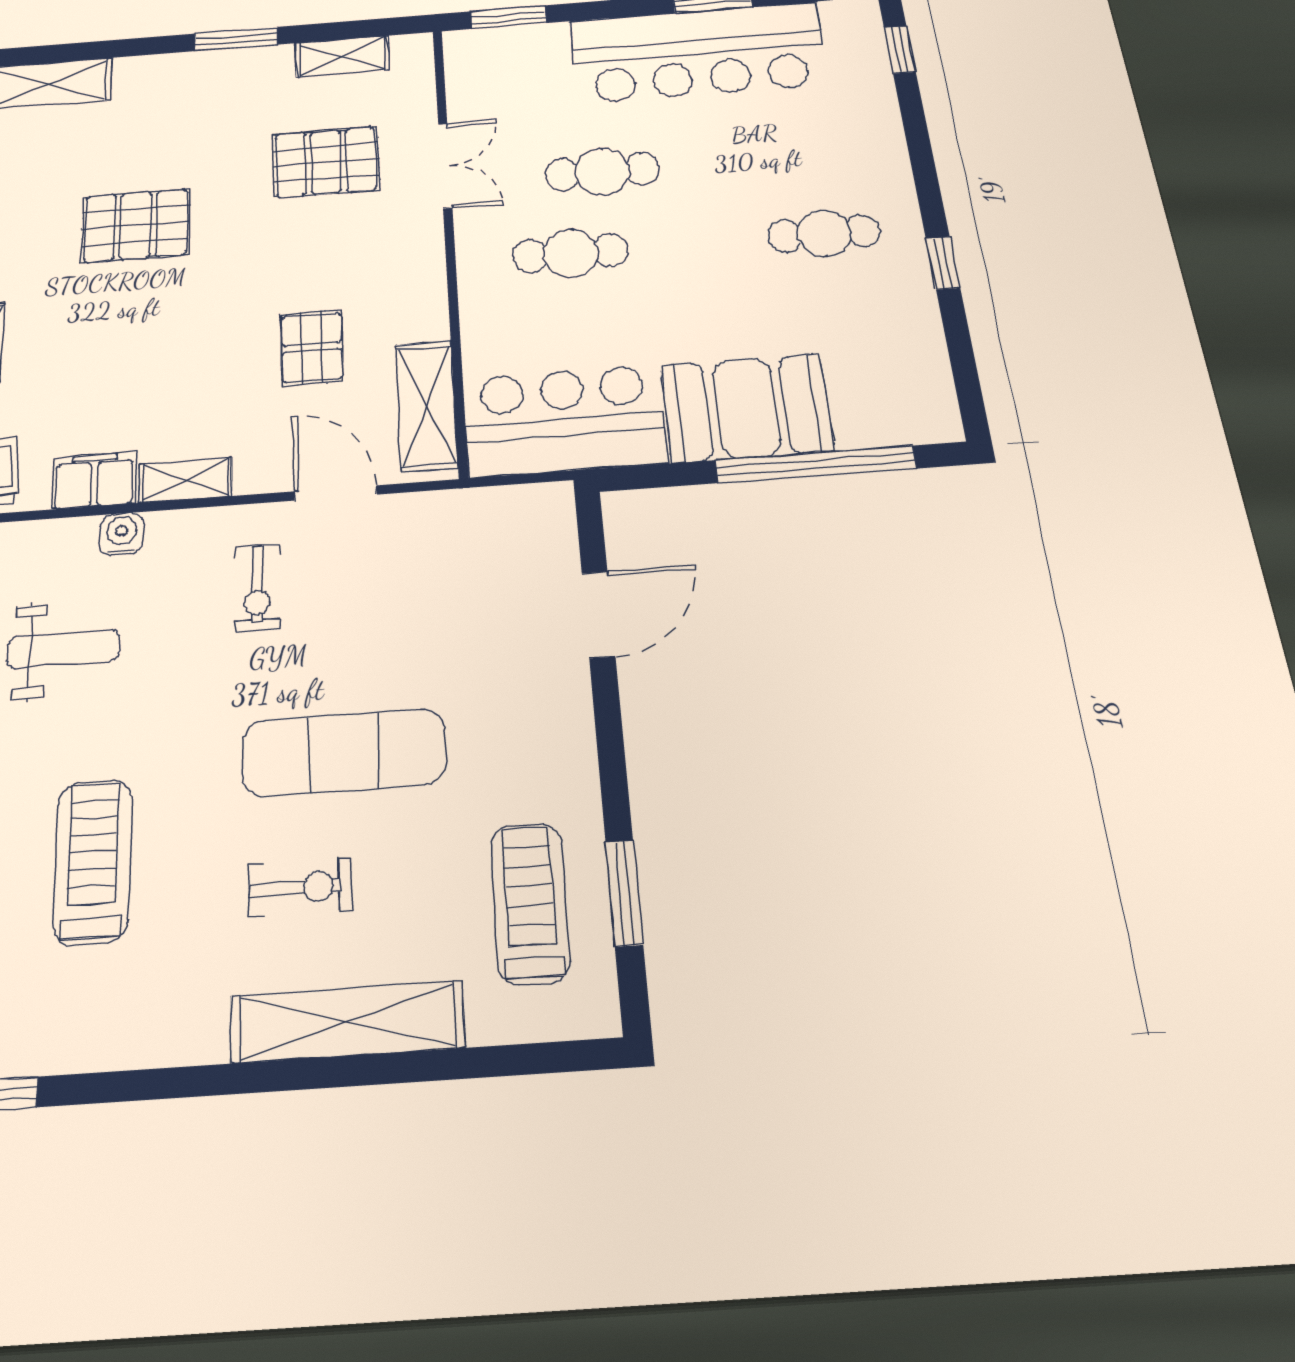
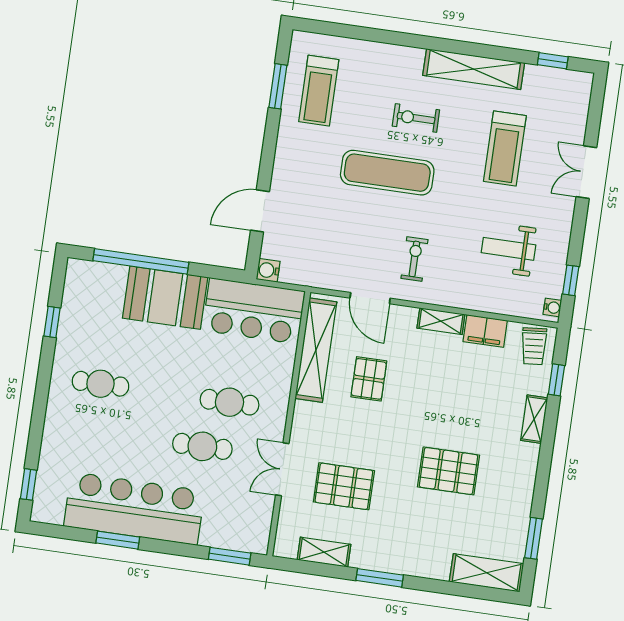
window: (943, 263) -> (52, 322), moved
shelving: (427, 405) -> (316, 350), width x1.47
water cooler: (122, 534) -> (268, 270), moved, turned 90
shelving: (347, 1022) -> (474, 69), moved

